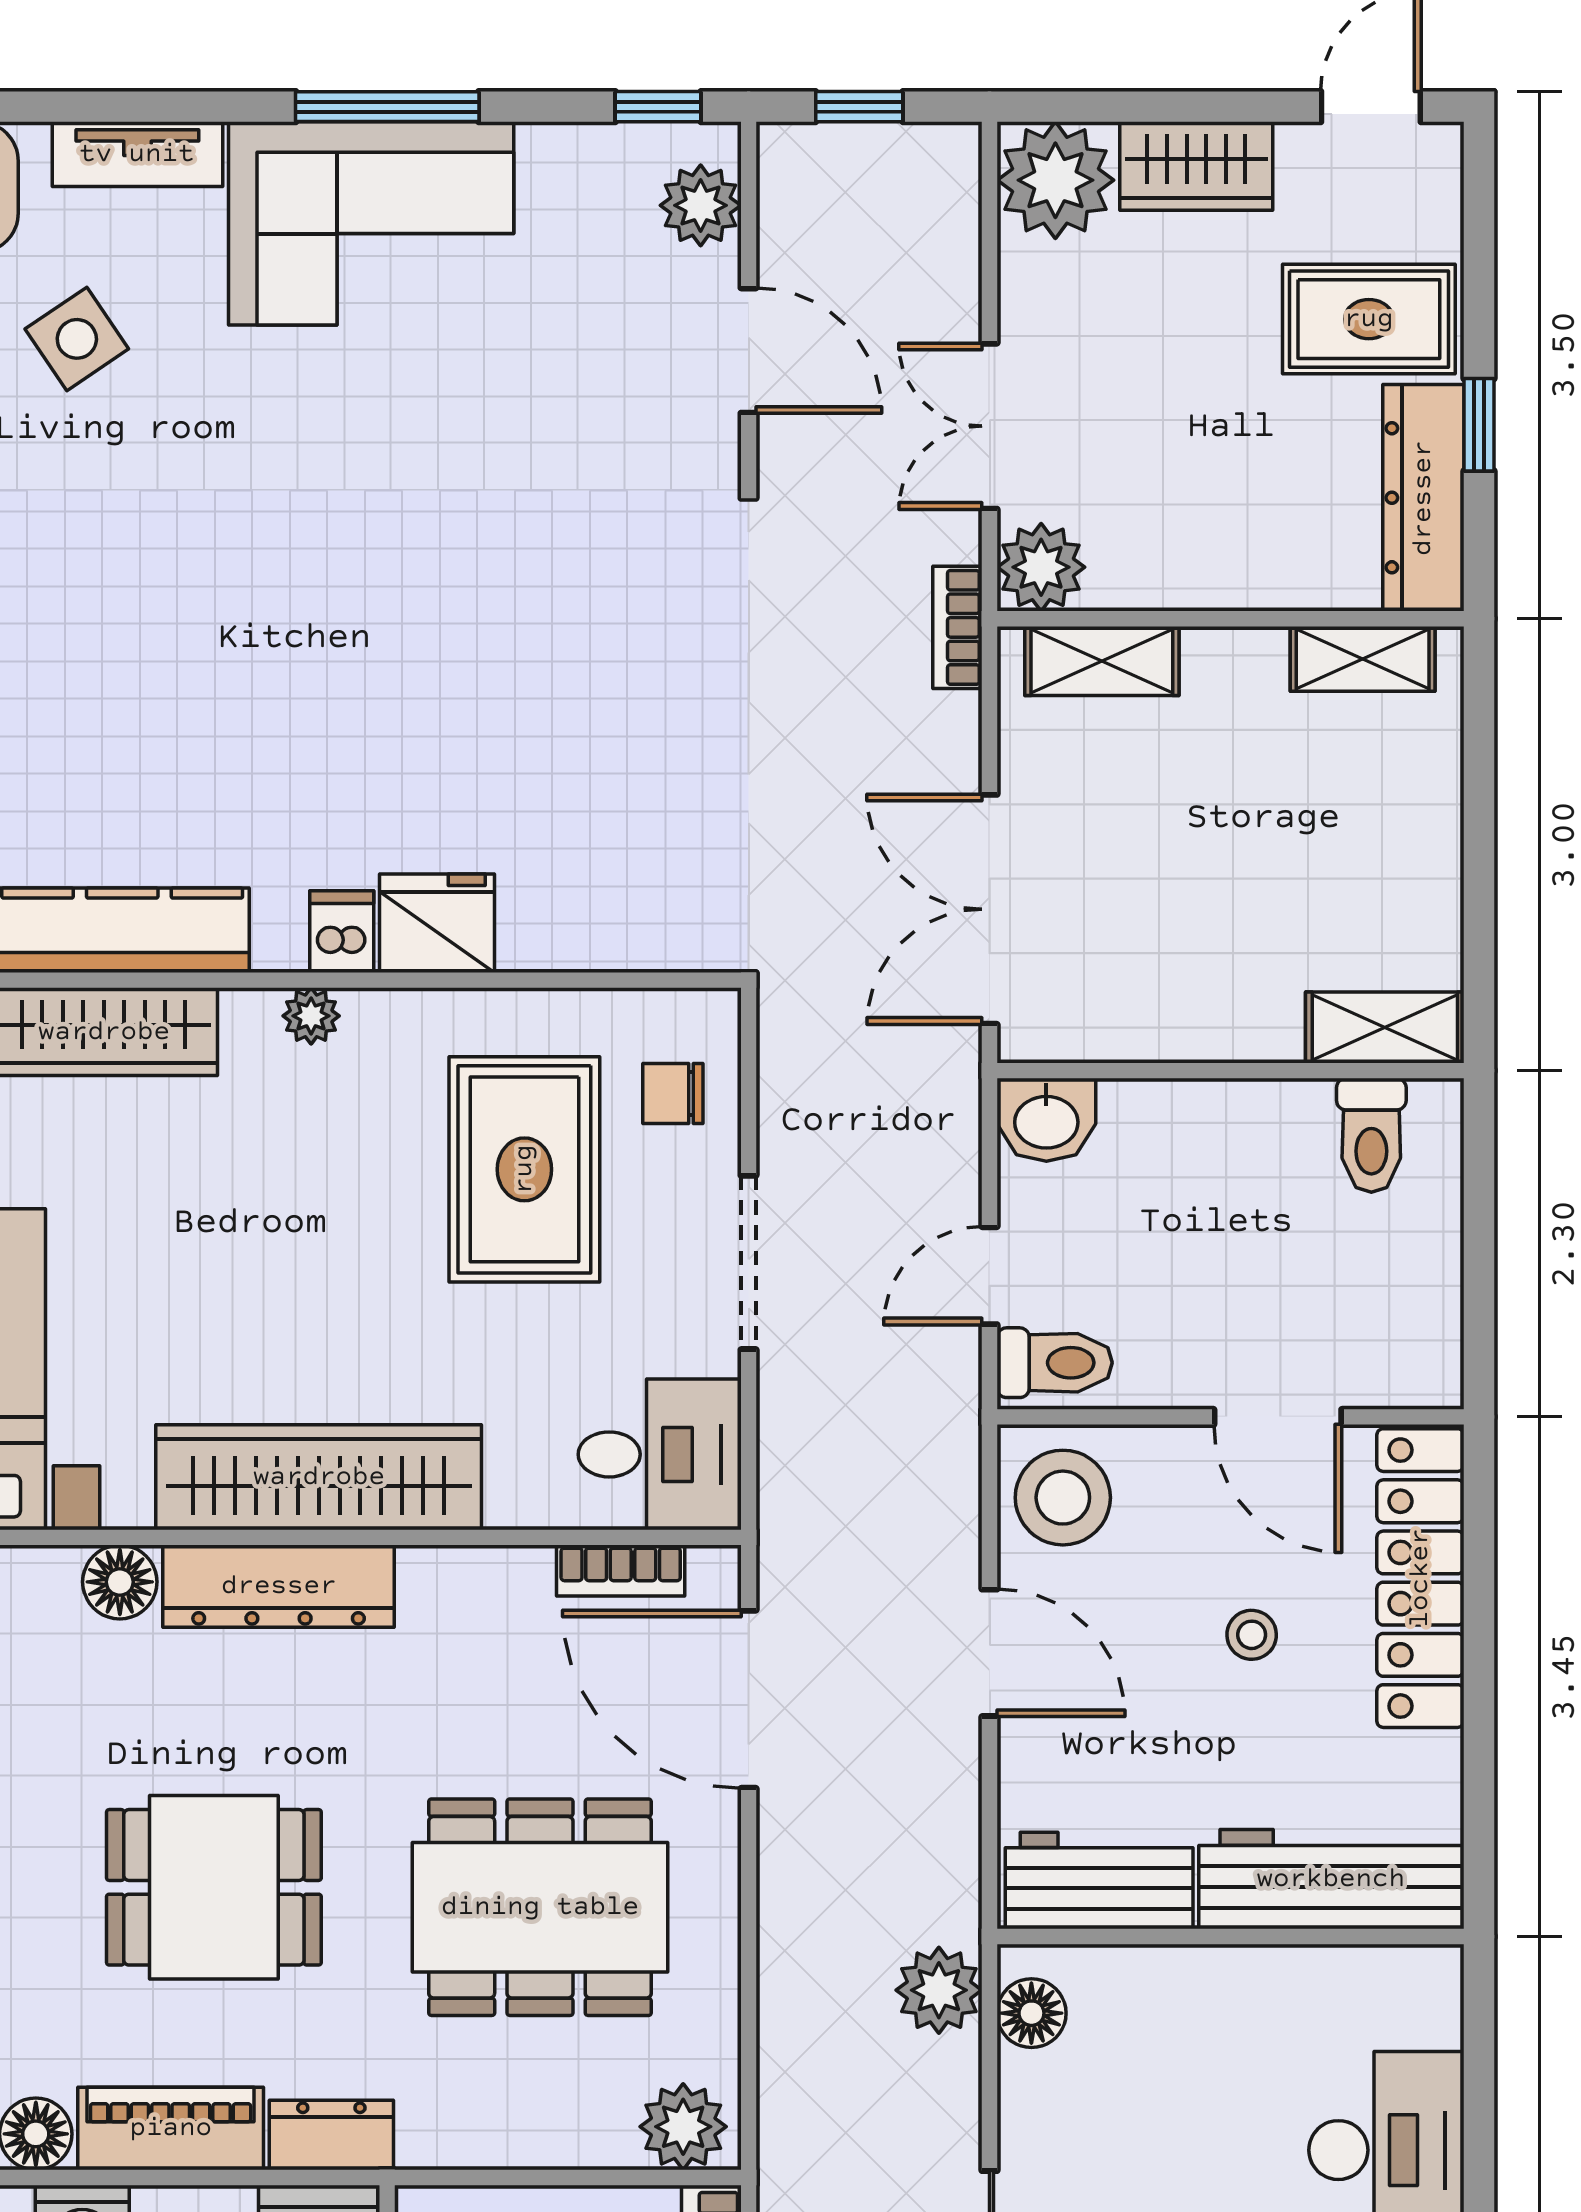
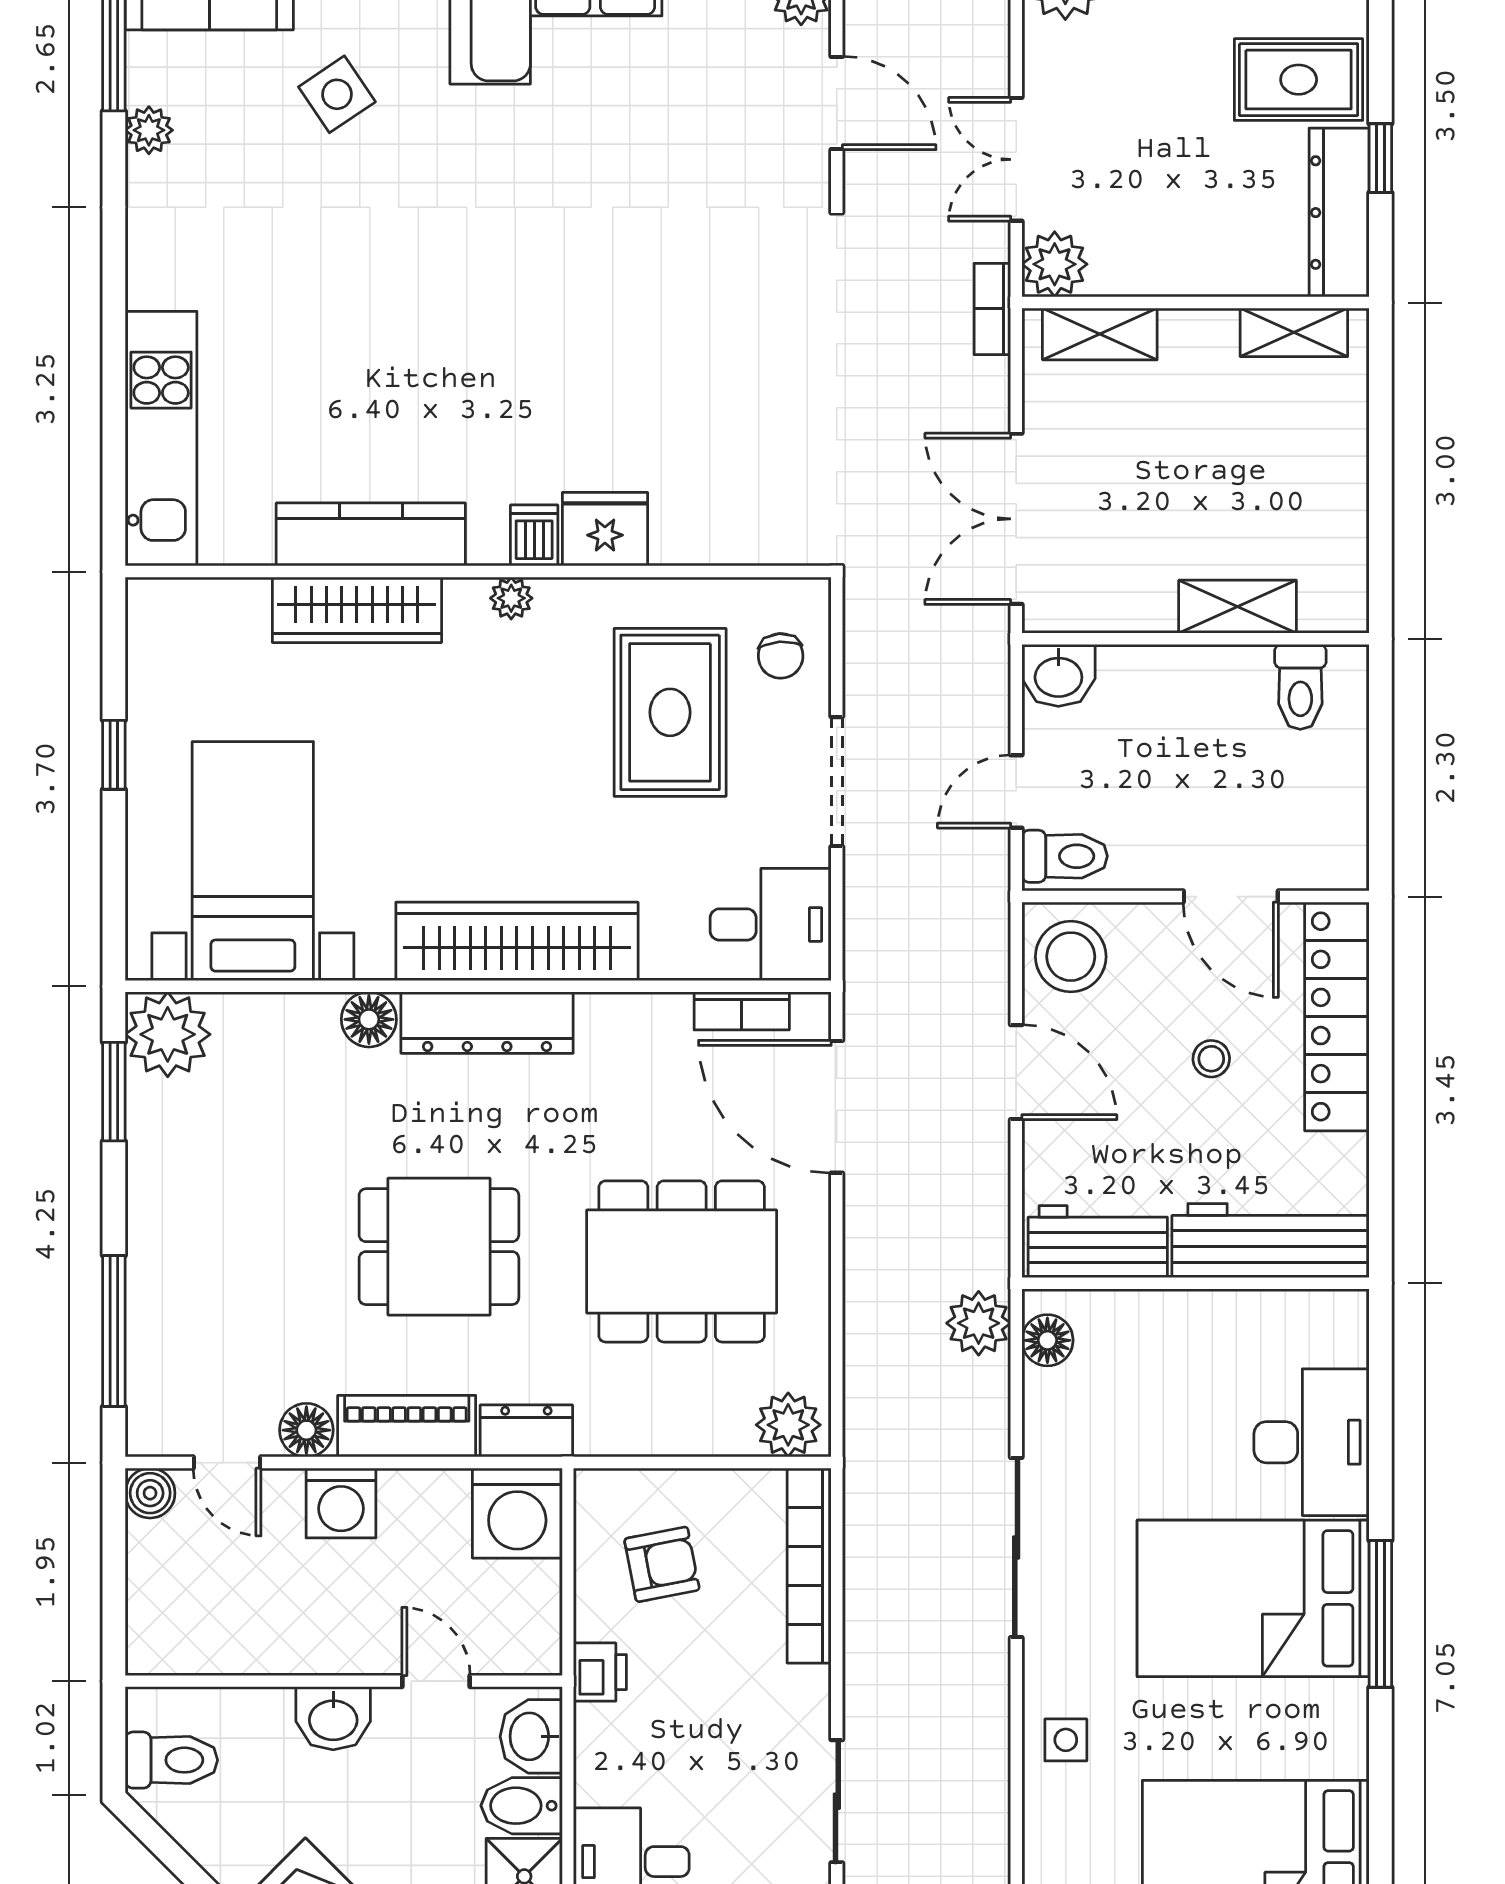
shelving: (1385, 1027) -> (1238, 607), moved
chair: (673, 1094) -> (781, 656), turned -94

